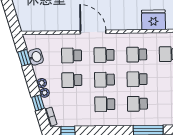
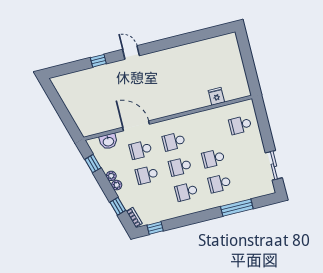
fridge: (153, 20) -> (216, 96), width x0.53, depth x0.75
door: (93, 32) -> (136, 126), moved
school desk: (137, 55) -> (207, 133), removed
washbasin: (36, 57) -> (108, 141), moved, turned 106
plant: (45, 93) -> (111, 176), moved

